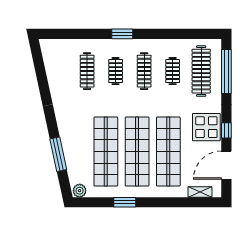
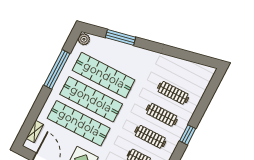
clothes rail: (116, 71) -> (162, 115), width x1.36
window: (125, 202) -> (57, 69), width x2.11

